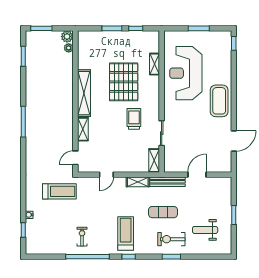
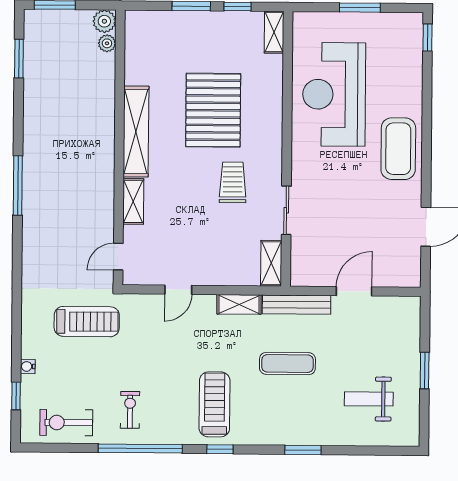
shelving: (155, 64) -> (274, 32), moved
exercise bike: (171, 239) -> (66, 423), moved

